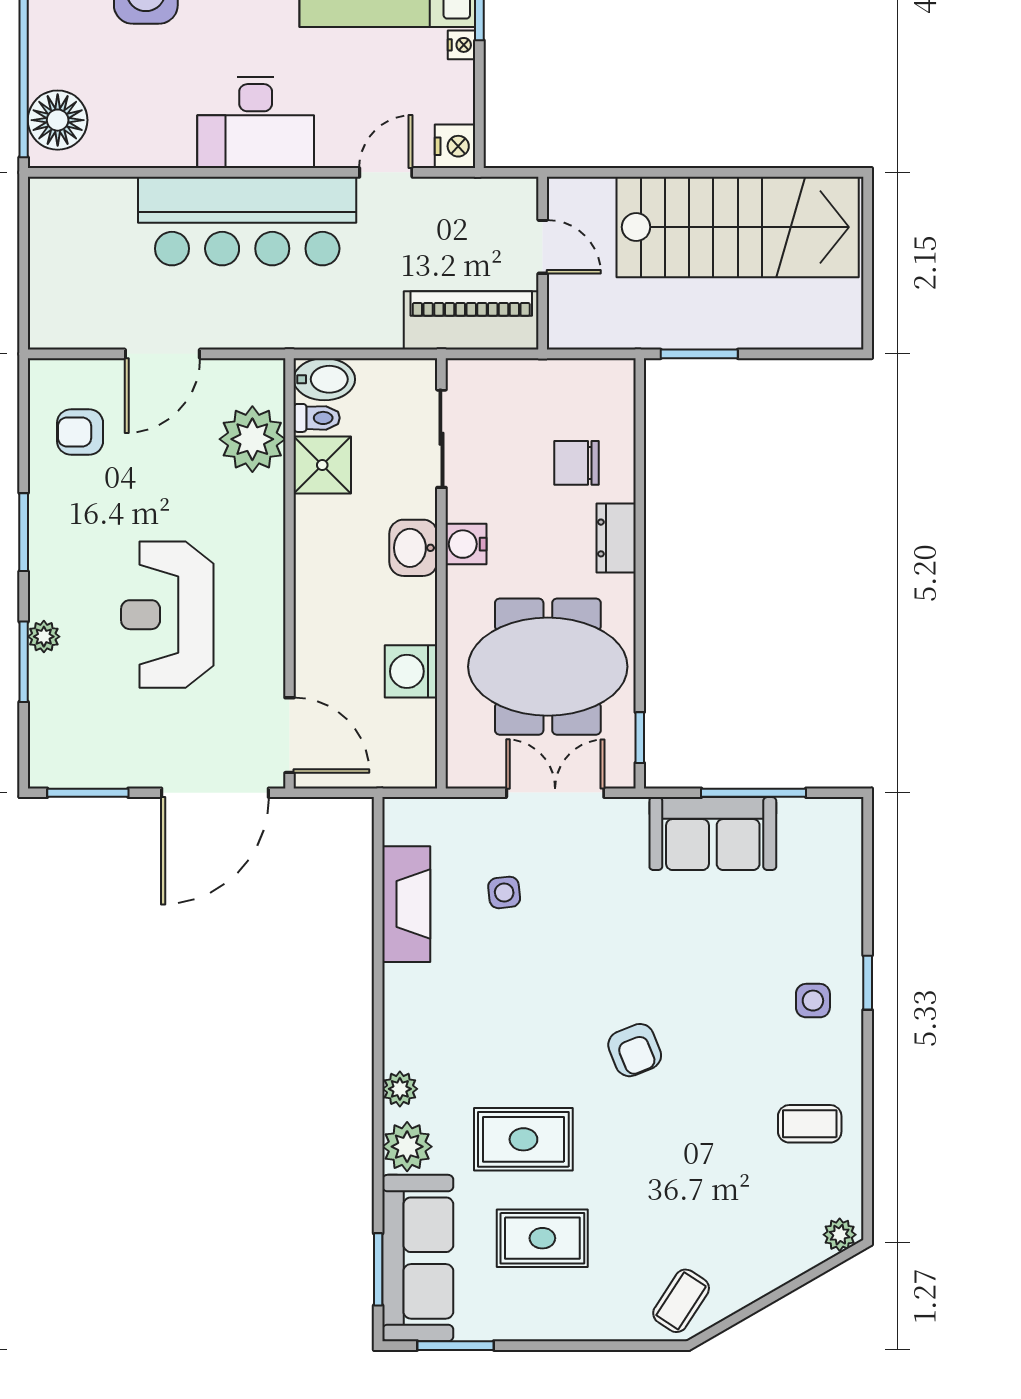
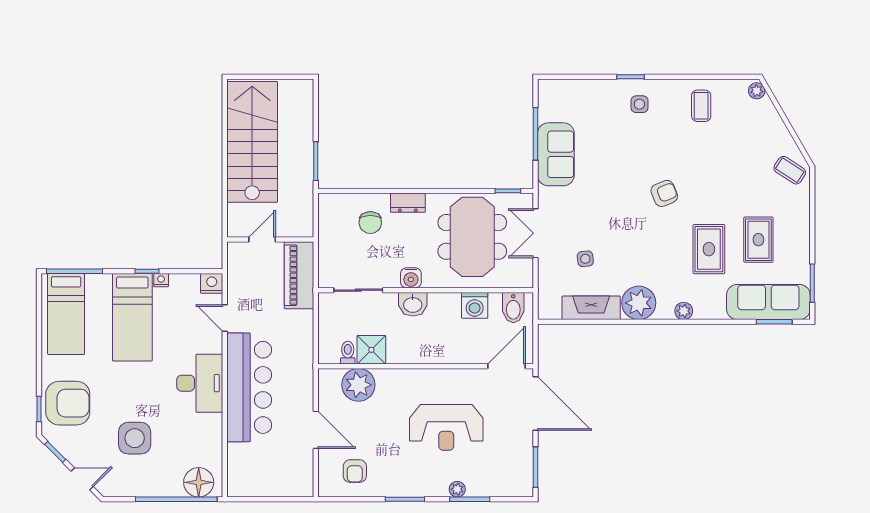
bidet: (324, 379) -> (513, 308), moved, turned 180
plant: (407, 1147) -> (639, 303), moved, width x1.36, depth x1.36

